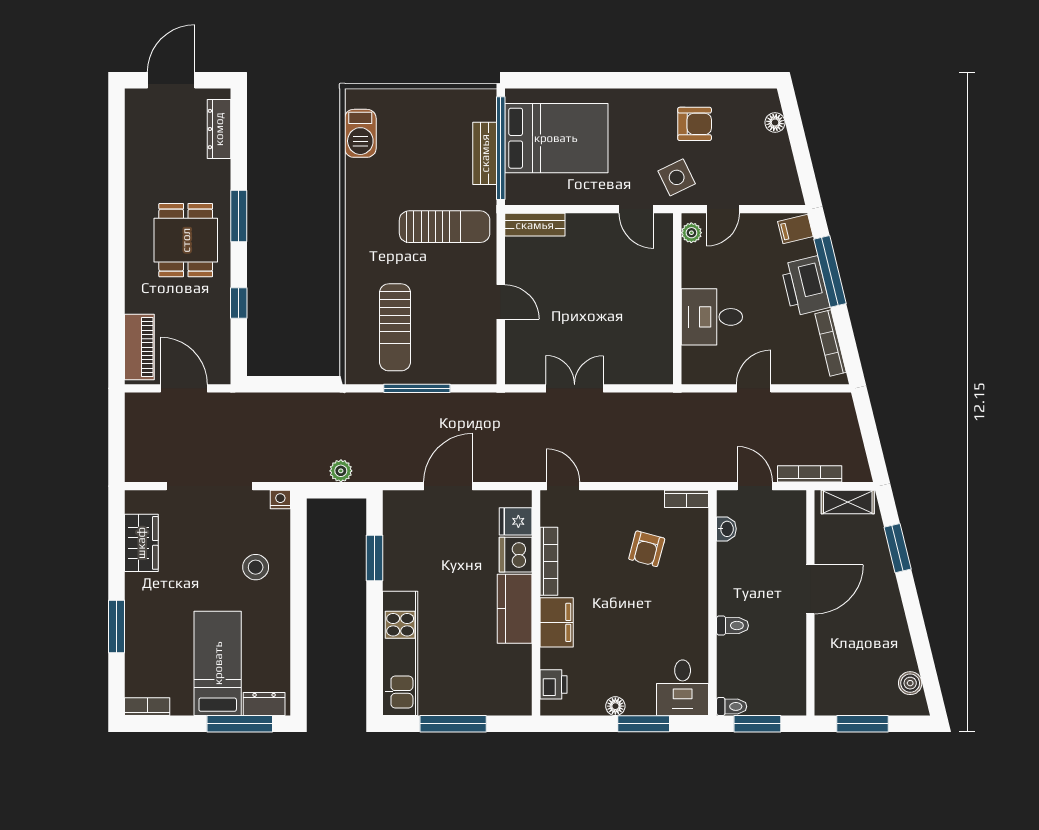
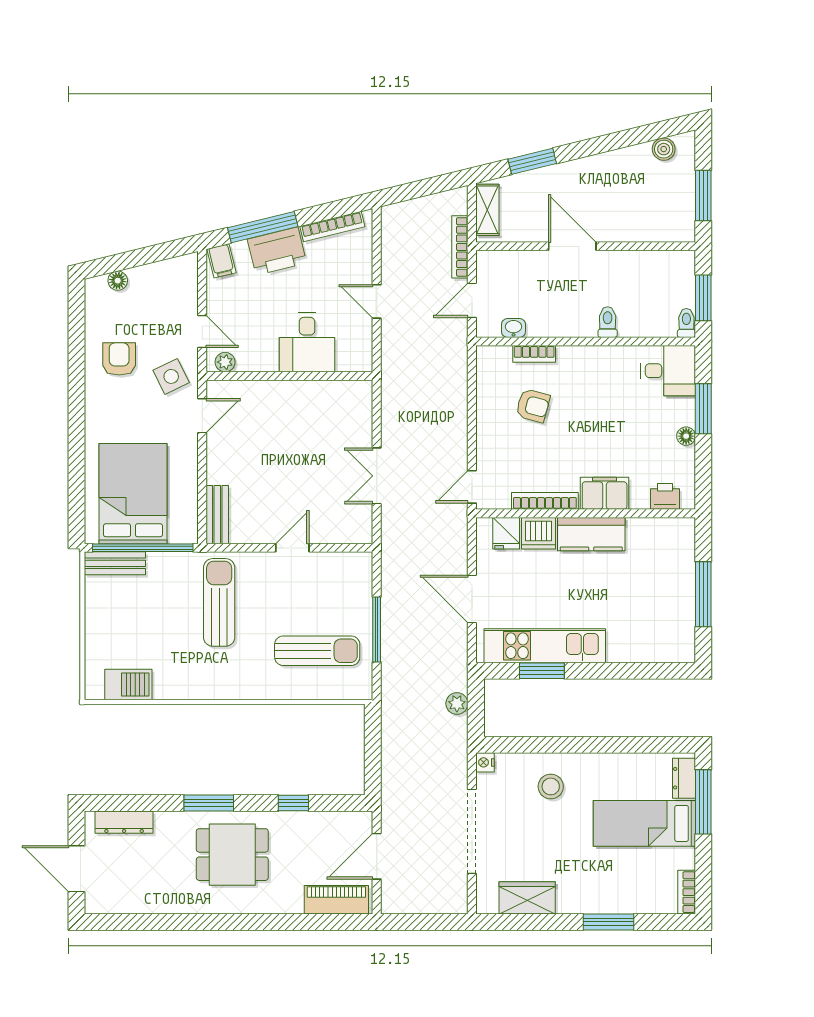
bench: (485, 153) -> (115, 563), moved
bookcase: (687, 499) -> (534, 354), moved, turned 90
kitchen unit: (400, 653) -> (545, 646), moved

